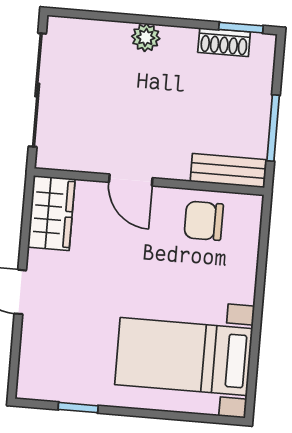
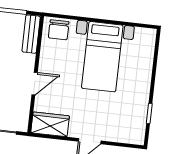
chair: (204, 221) -> (59, 30), moved
bed with nightstands: (184, 357) -> (102, 57), moved

